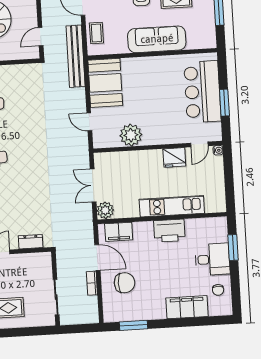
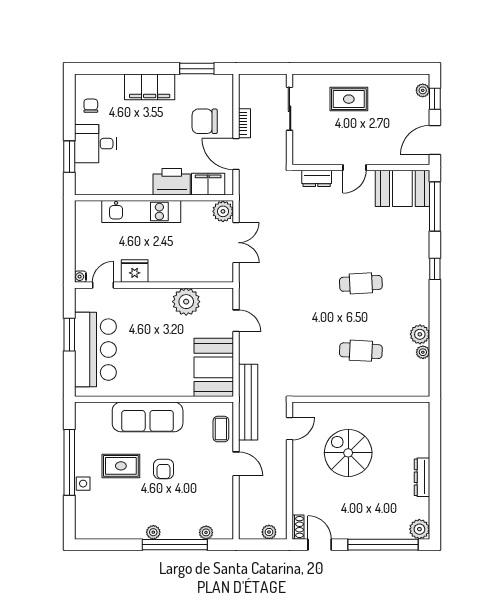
printer: (169, 231) -> (172, 182), moved
filing cabinet: (187, 307) -> (150, 87), moved

